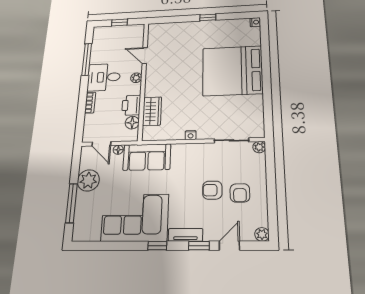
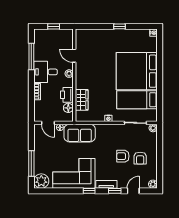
bed: (233, 108) -> (137, 100), added
plant: (88, 180) -> (41, 181), moved

